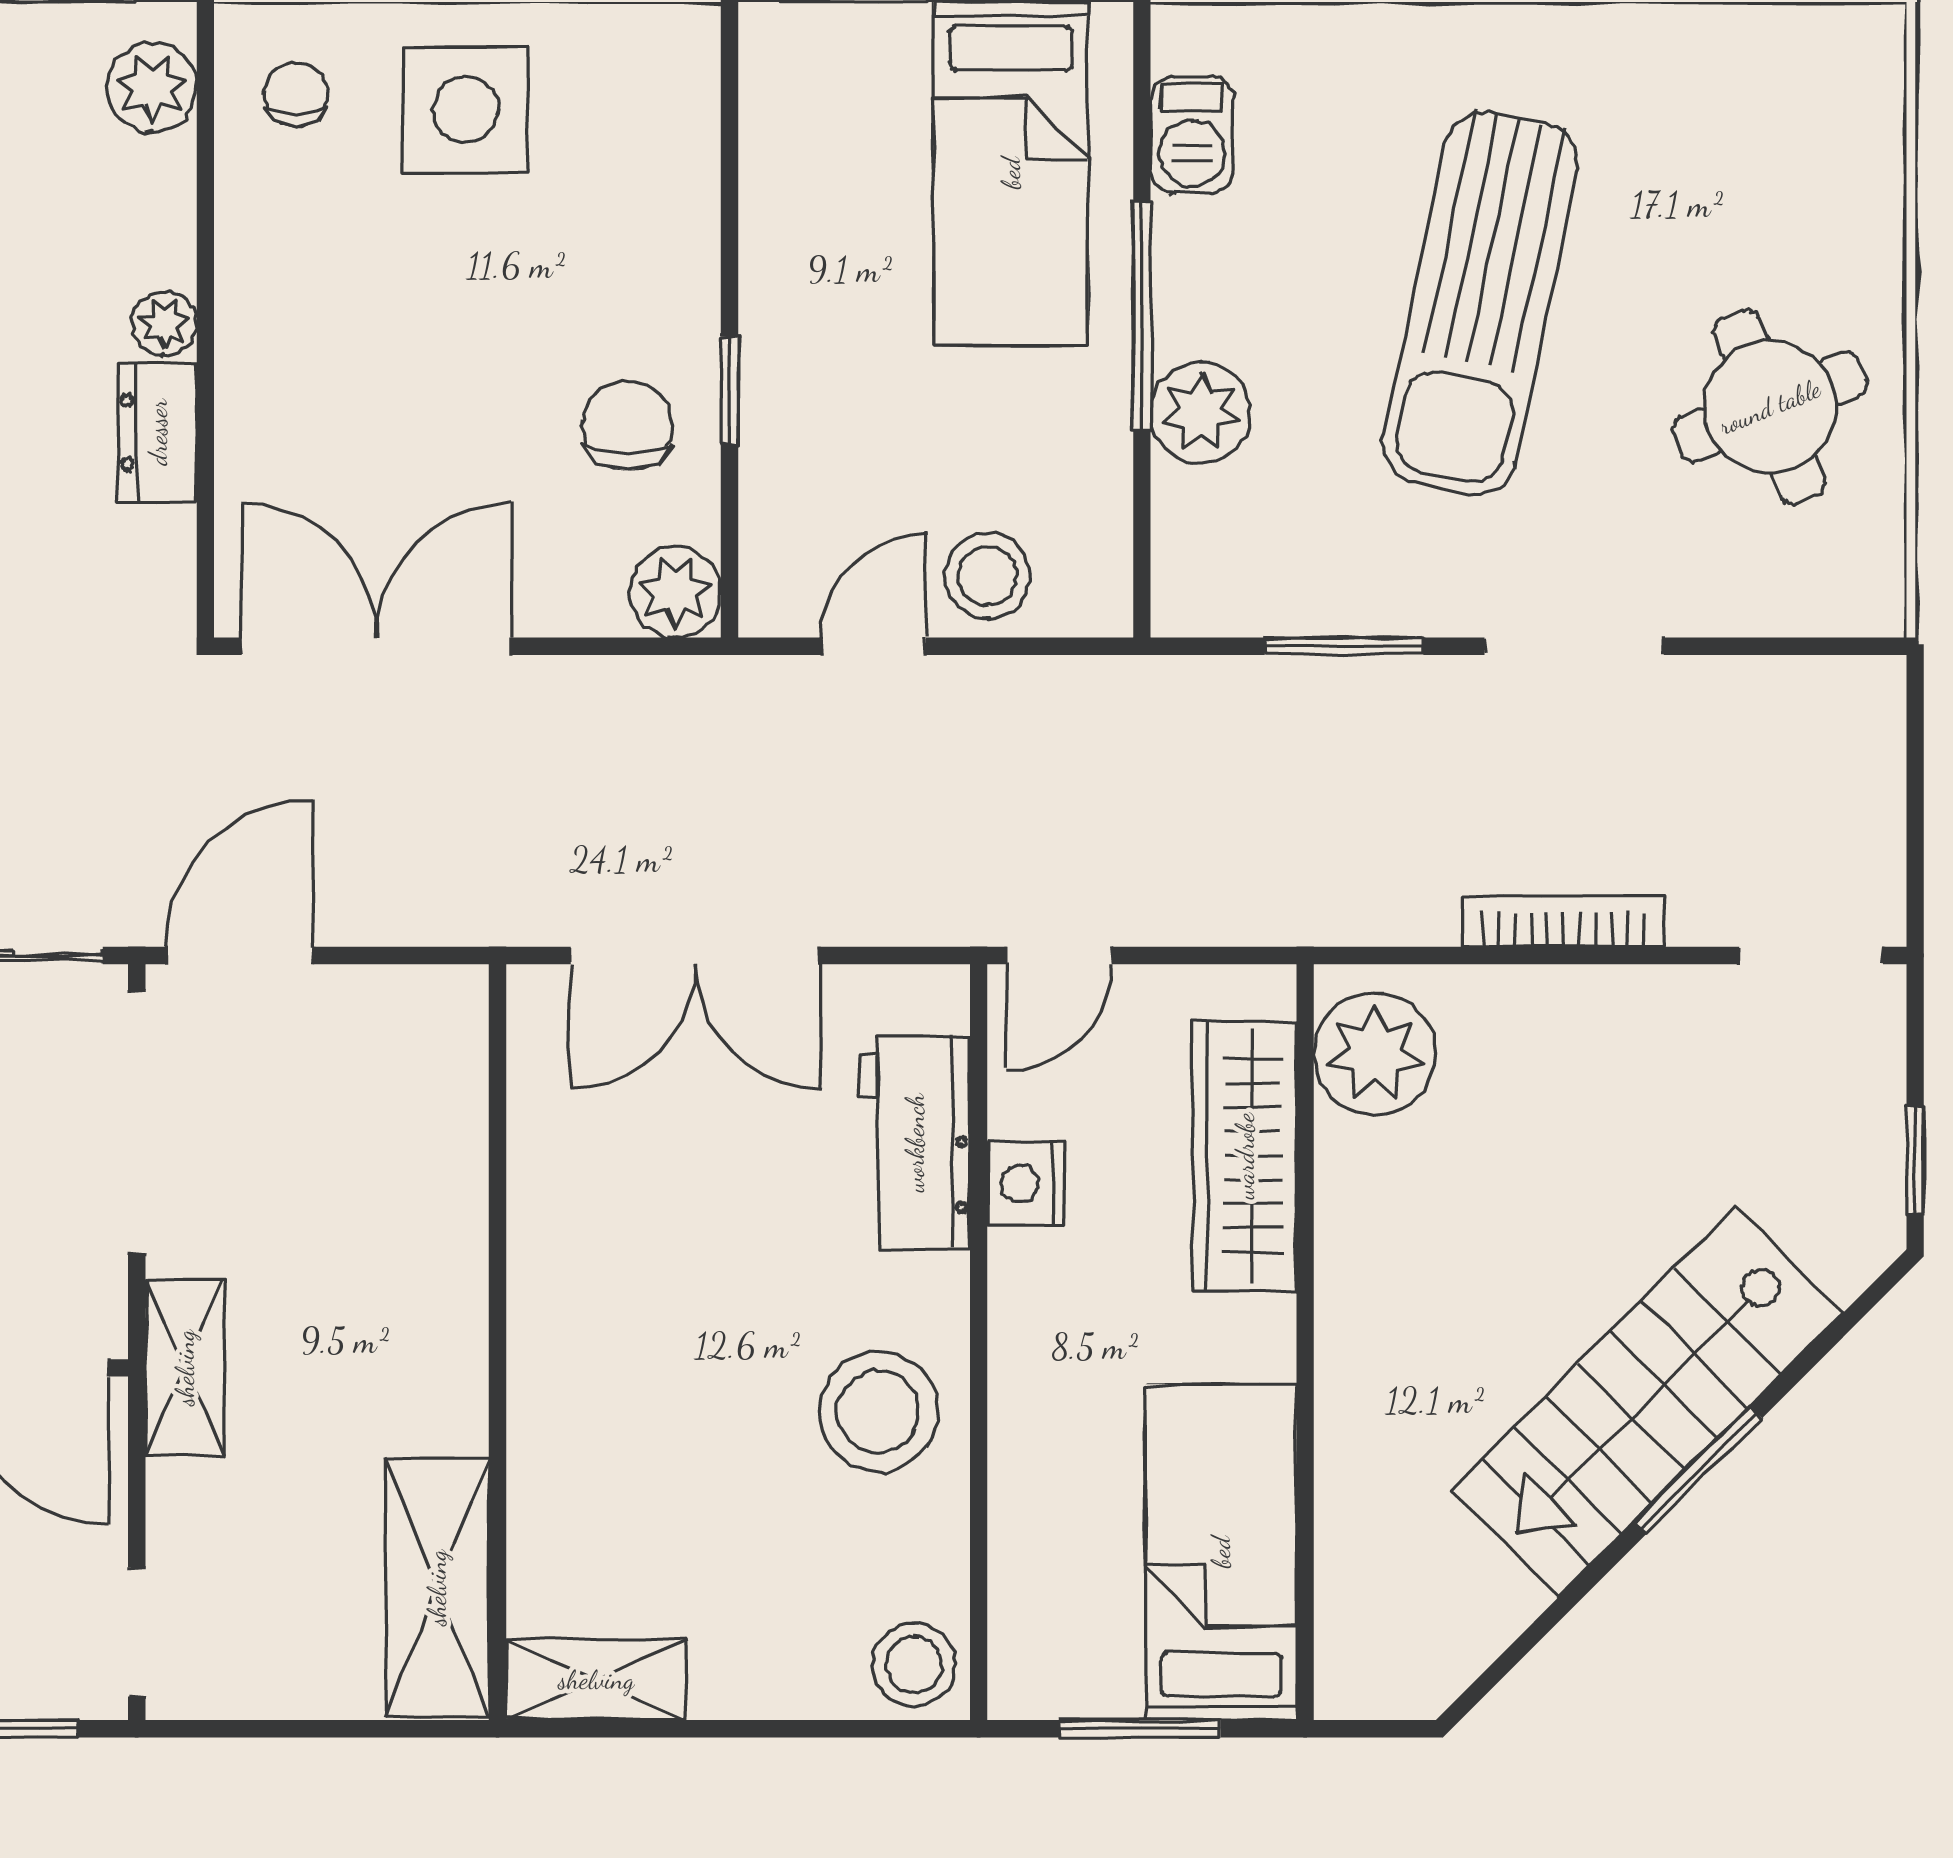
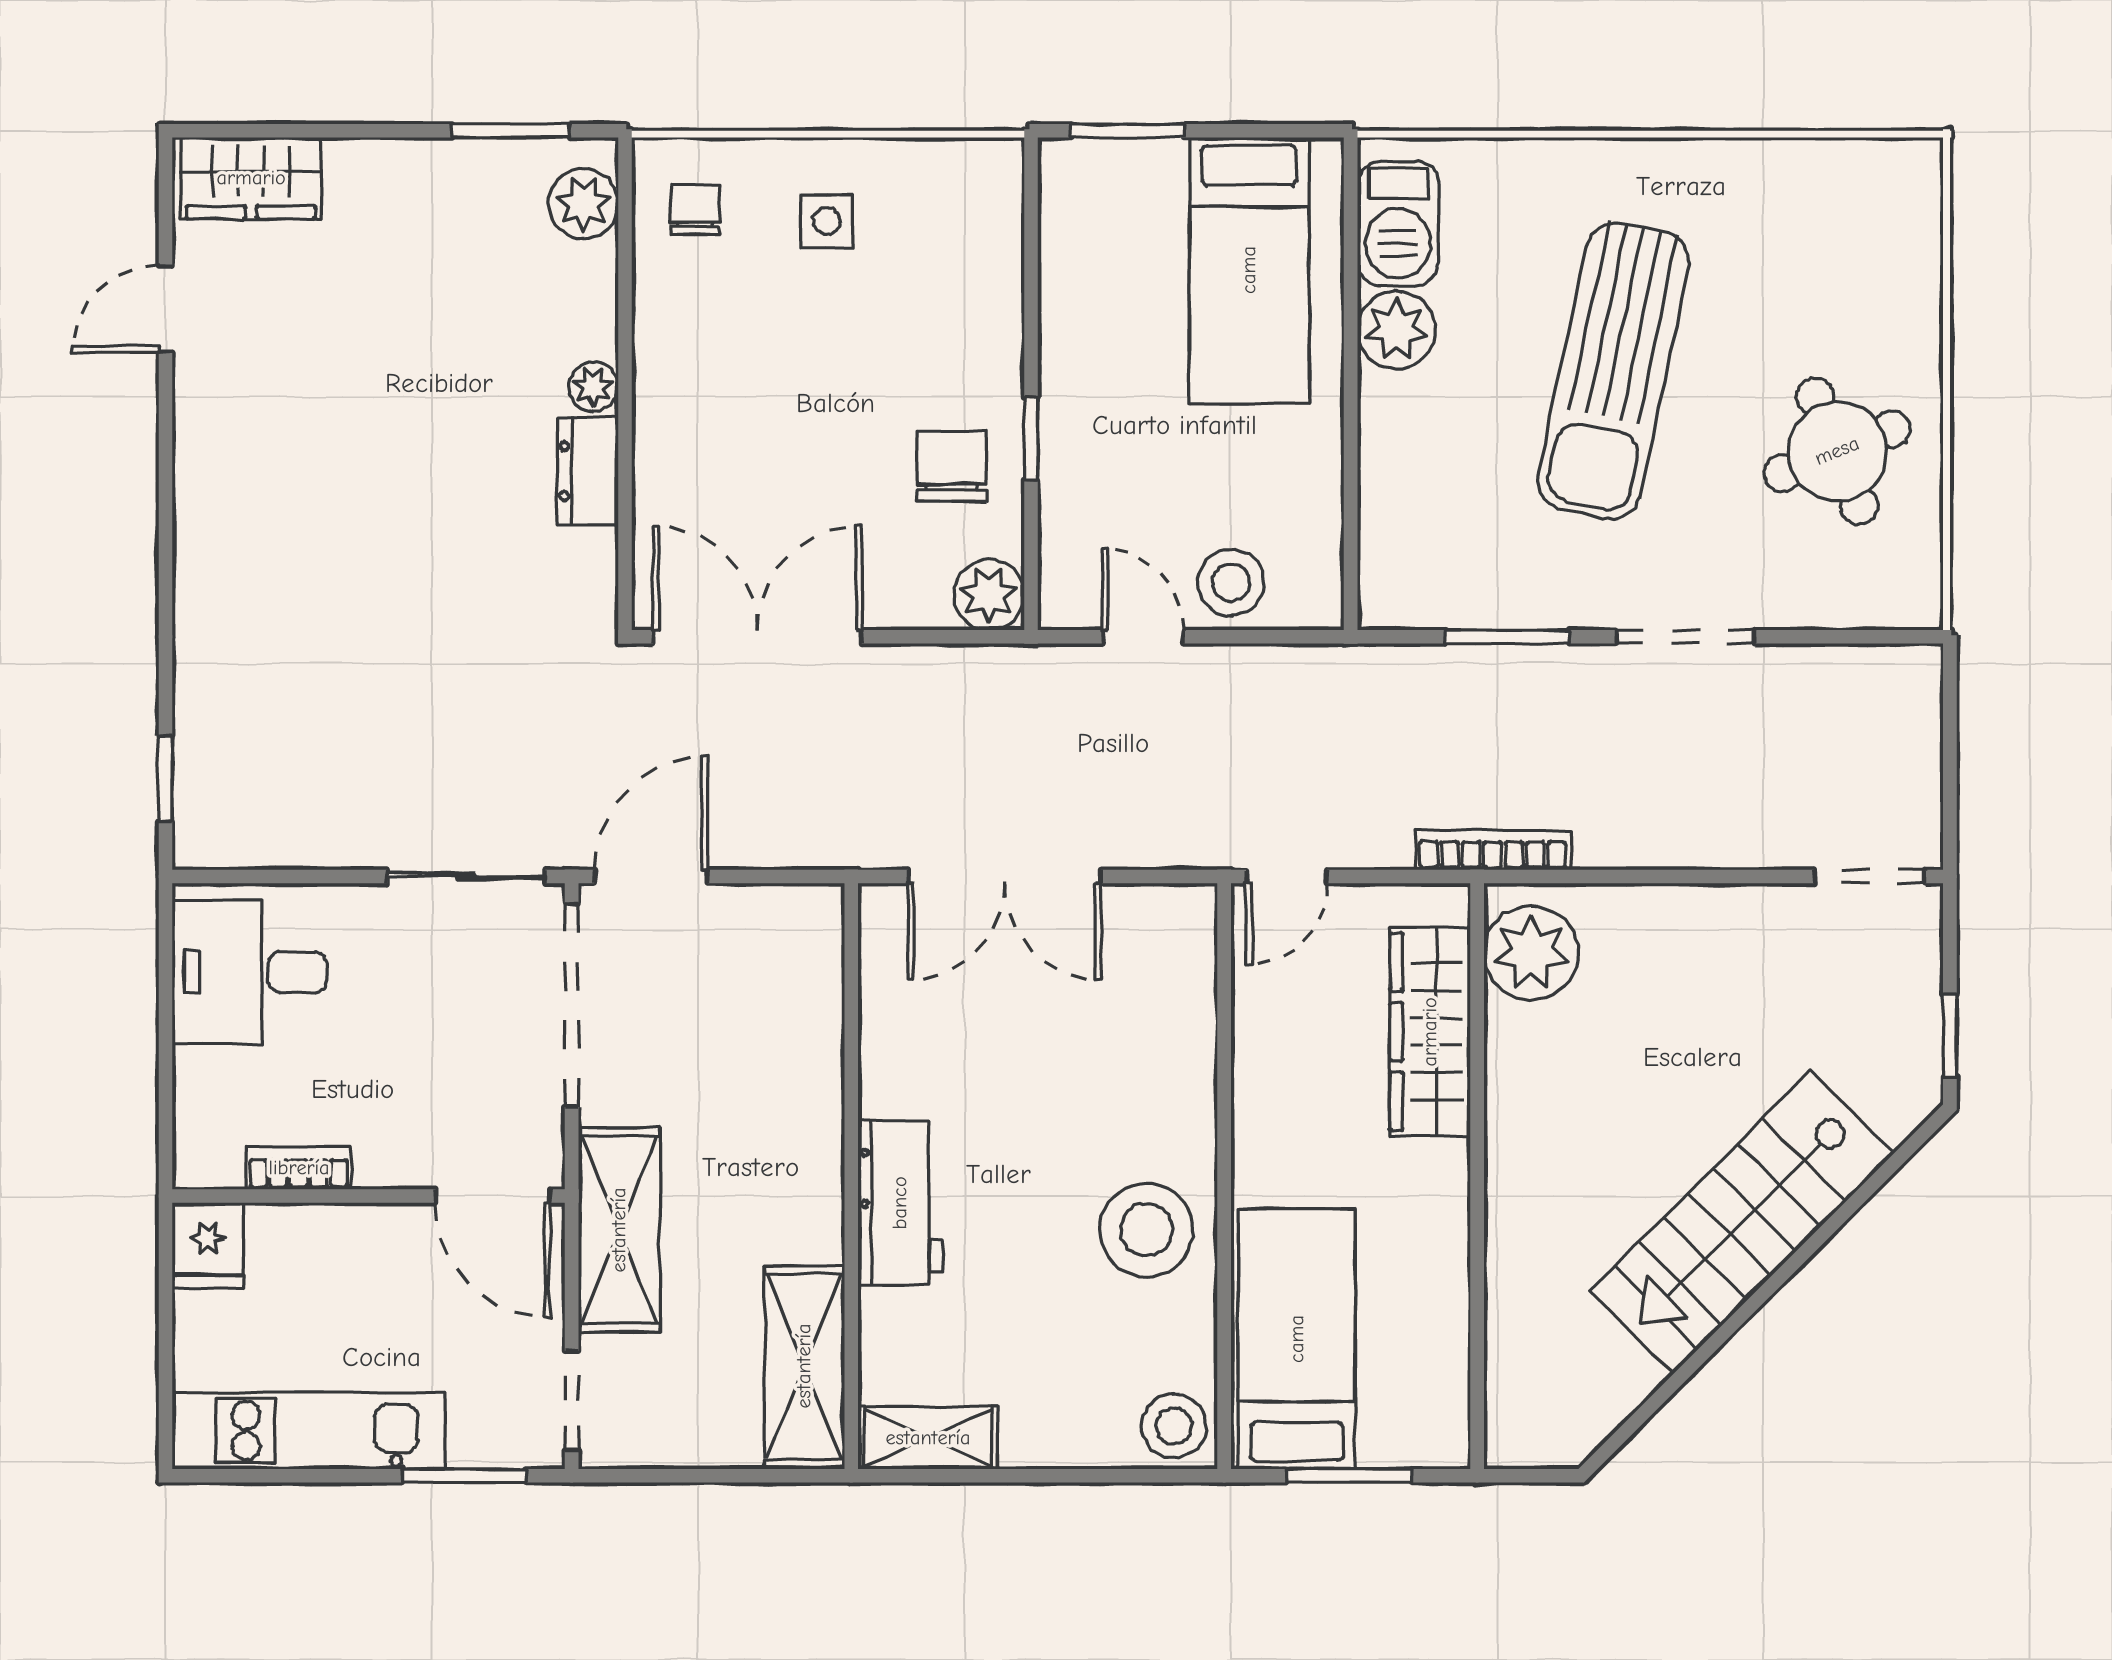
side table: (466, 109) -> (827, 221), width x0.54, depth x0.54
barbecue: (1192, 135) -> (1398, 223), width x1.38, depth x1.27
window: (1142, 316) -> (1351, 381), removed
plant: (1201, 413) -> (1396, 330), moved
door: (874, 646) -> (1143, 637), hinge flipped
bookcase: (1564, 921) -> (1493, 850), moved
workbench: (915, 1143) -> (900, 1203), moved, turned 180
nightstand: (1026, 1184) -> (1261, 1053), removed
shelving: (185, 1368) -> (619, 1230), width x1.50, depth x1.33
window: (1698, 1470) -> (1782, 1275), removed
bed: (1221, 1552) -> (1297, 1339), moved

